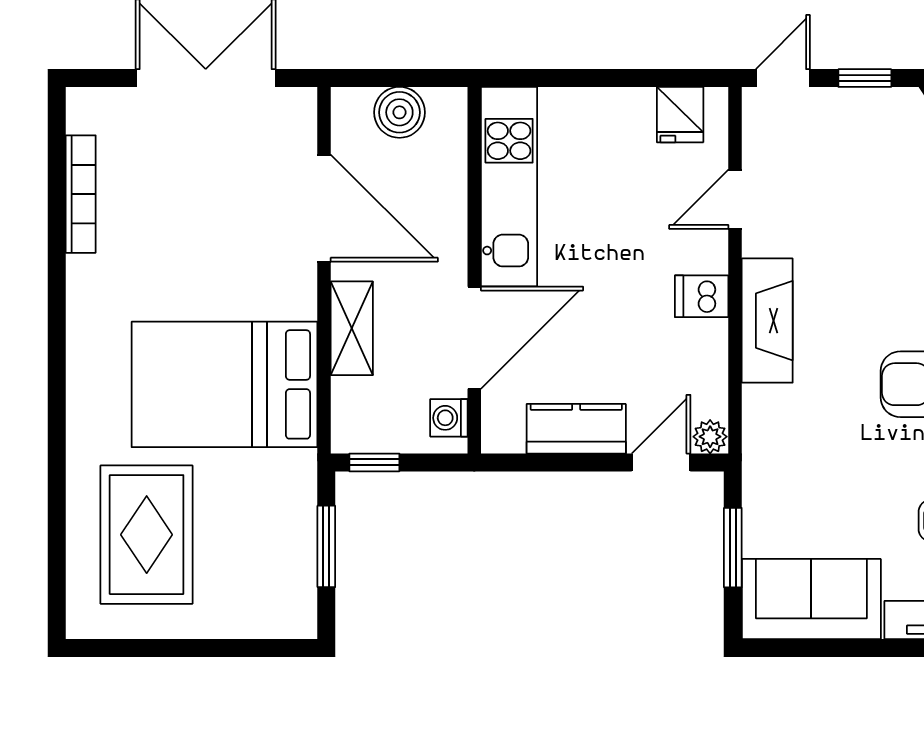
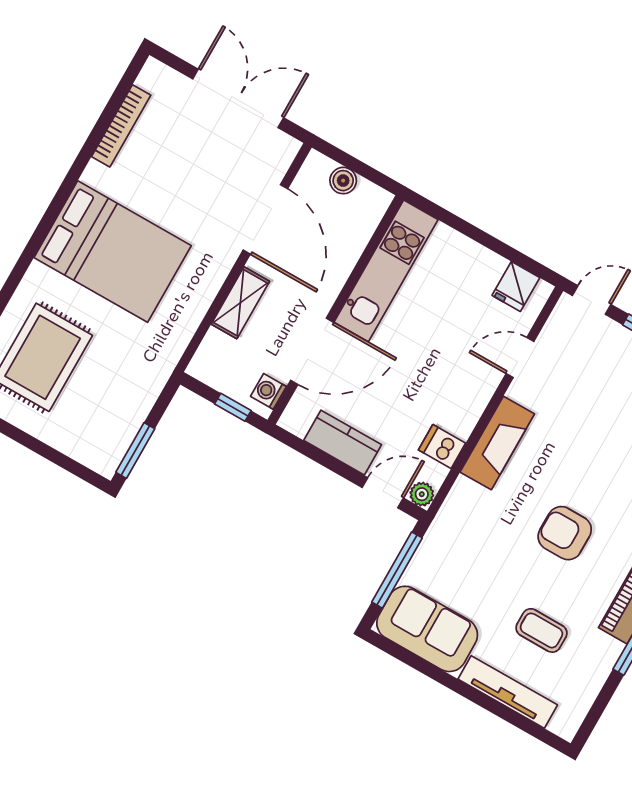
boiler: (399, 112) -> (343, 181), width x0.73, depth x0.73
dishwasher: (702, 296) -> (442, 447), moved
bed: (225, 384) -> (113, 252), moved, turned 180
window: (374, 462) -> (233, 407), moved
window: (326, 546) -> (135, 451), moved
window: (733, 548) -> (397, 570), width x1.44

